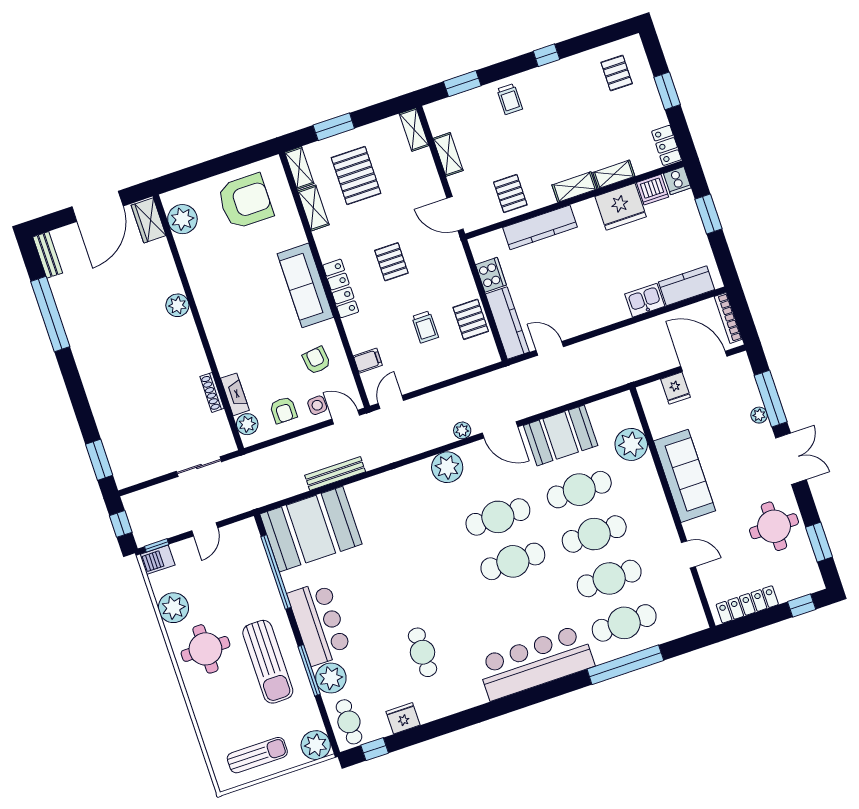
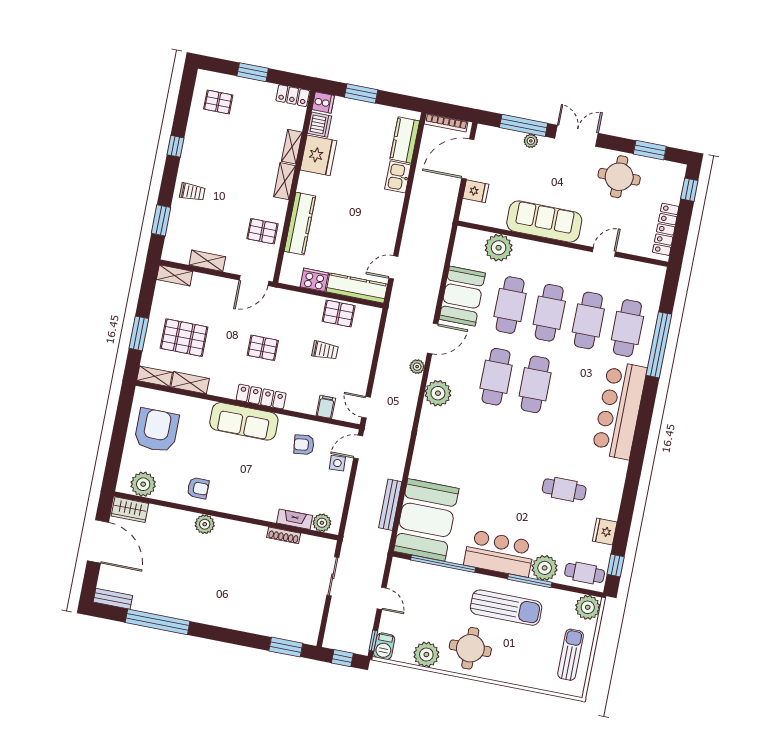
armchair: (283, 410) -> (198, 488), moved
bench: (335, 473) -> (390, 505), moved

